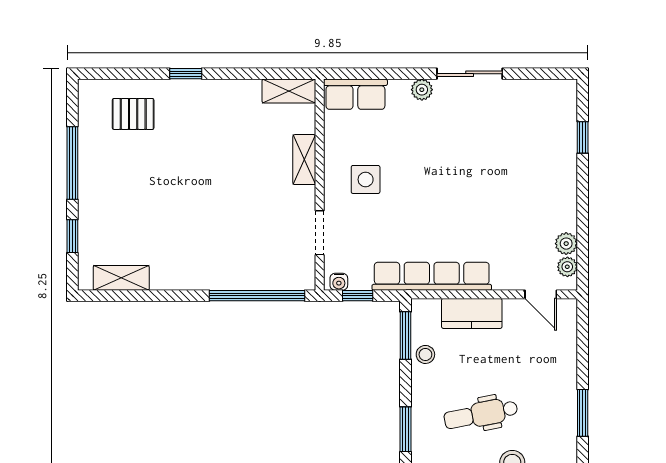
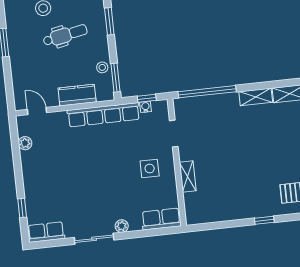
shelving: (289, 91) -> (256, 97), moved
row of seats: (547, 93) -> (46, 232), added
plant: (567, 267) -> (23, 129), removed
water cooler: (339, 282) -> (145, 107), moved

